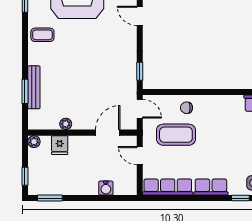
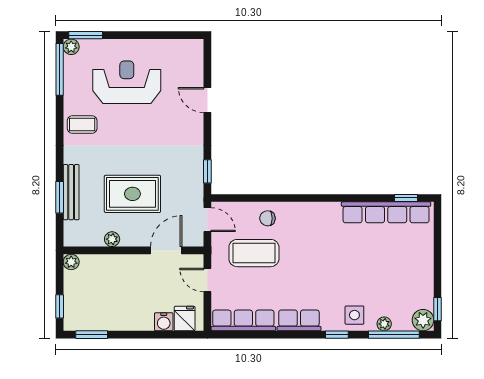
rug: (82, 89) -> (132, 194), added
fridge: (60, 145) -> (185, 319), moved, turned 180

